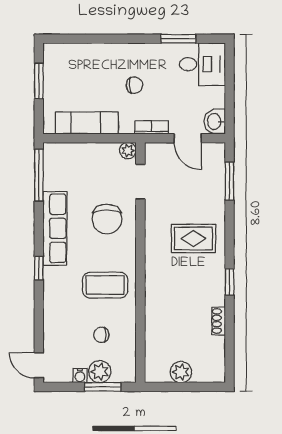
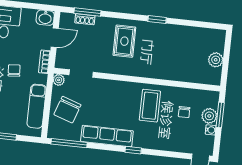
chair: (107, 219) -> (67, 110), moved, turned 109
shoe rack: (219, 321) -> (85, 19), moved

